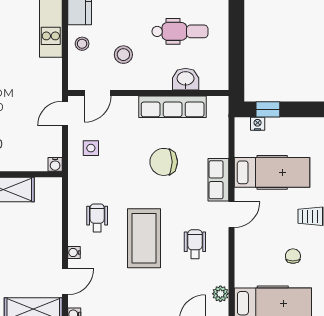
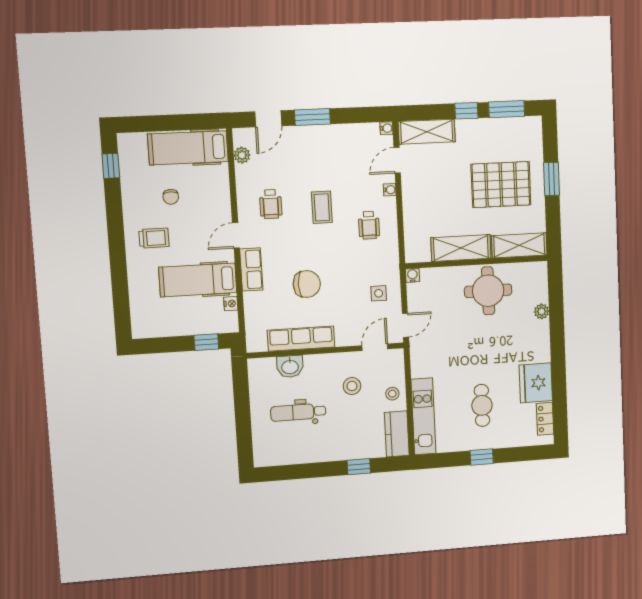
nightstand: (258, 124) -> (231, 304), moved, turned -90
coffee table: (144, 238) -> (322, 207), width x0.54, depth x0.58

